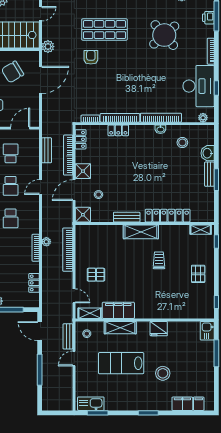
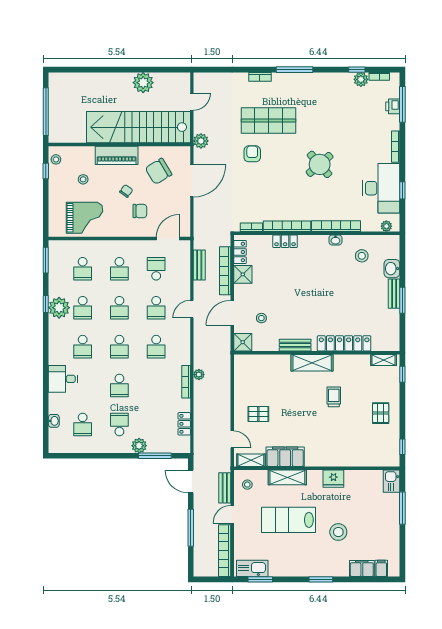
round table: (164, 35) -> (320, 164), moved, width x0.73, depth x0.73
shower: (83, 171) -> (243, 274), moved
bookcase: (68, 250) -> (225, 551), moved

